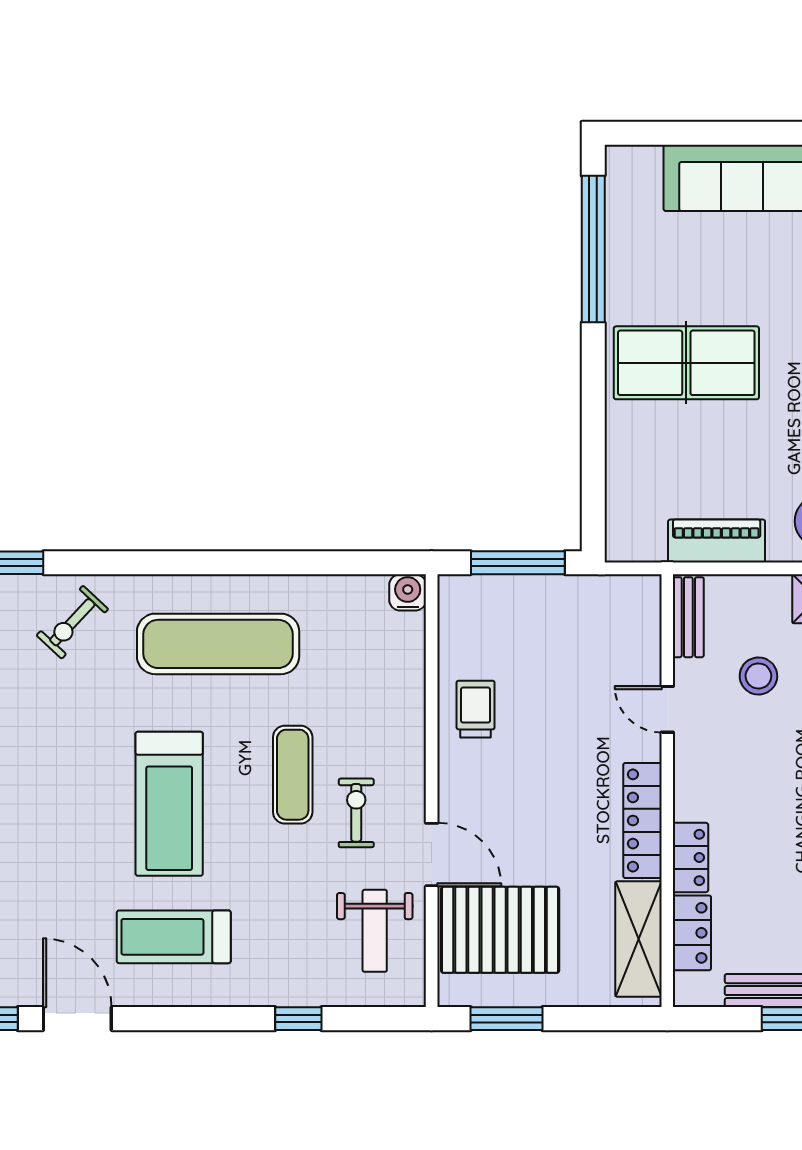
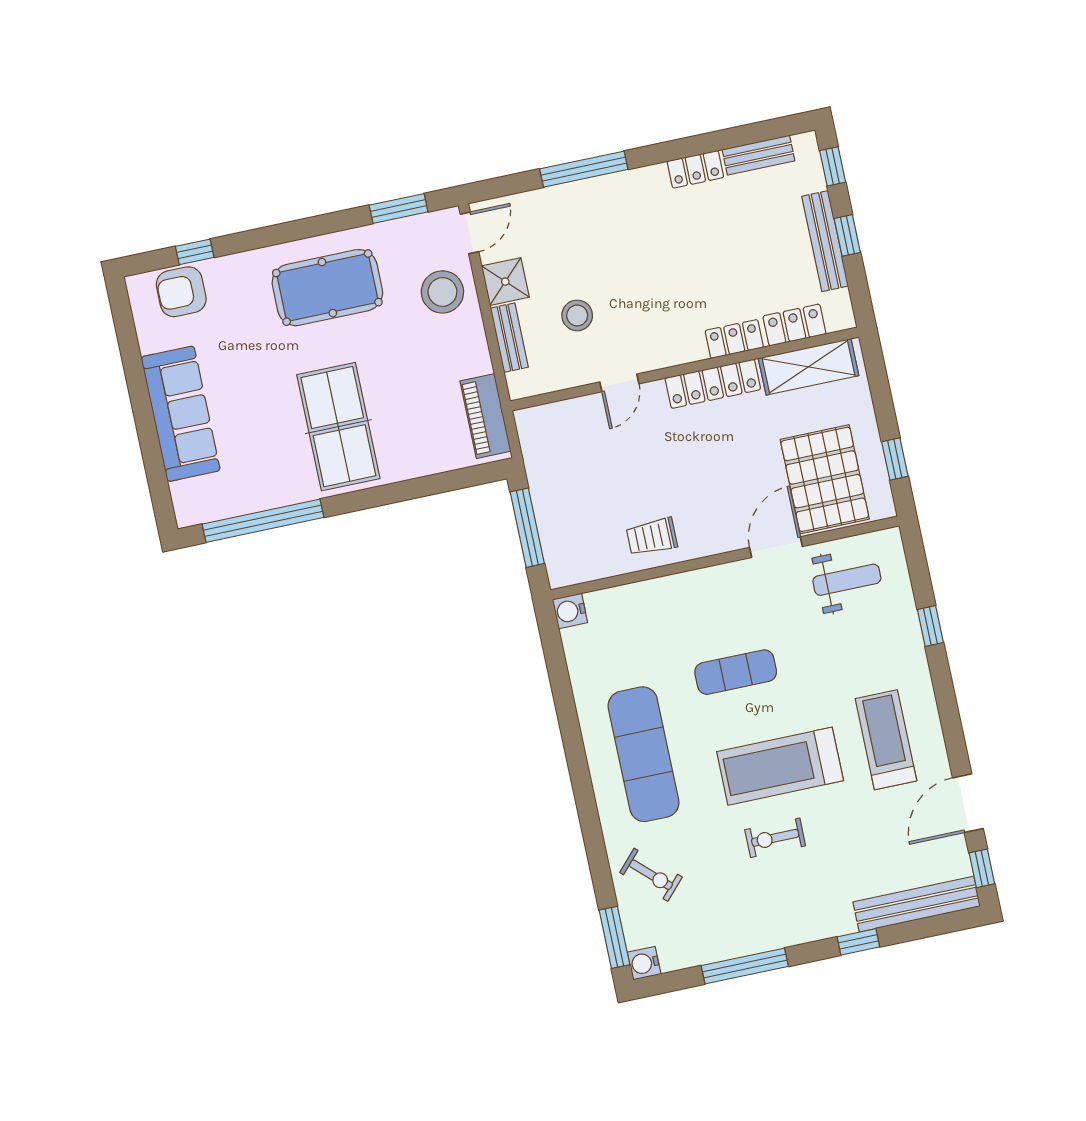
piano: (717, 541) -> (485, 416), moved
bench: (688, 617) -> (509, 338), moved, turned 90
treadmill: (169, 804) -> (780, 766), turned 180
exercise bike: (356, 813) -> (775, 838), moved
treadmill: (174, 937) -> (886, 740), turned 180
window: (507, 1019) -> (895, 459), width x0.67

